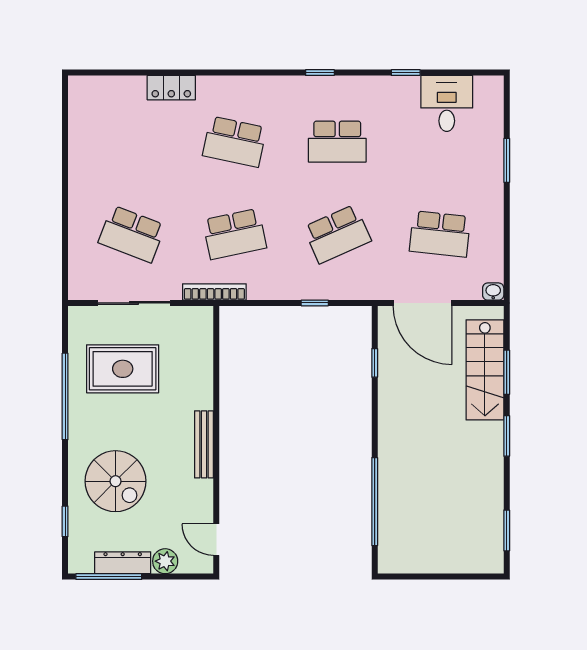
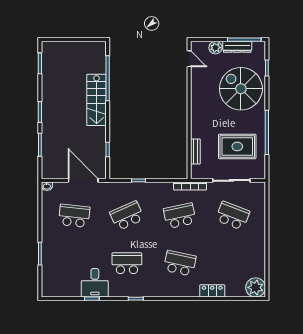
plant: (87, 94) -> (256, 287), added
desk: (447, 103) -> (95, 283), moved
stairs: (485, 370) -> (97, 100), moved, turned 180
bench: (204, 444) -> (195, 152), moved, width x0.73
spiral stairs: (115, 481) -> (241, 89), width x1.37, depth x1.37

